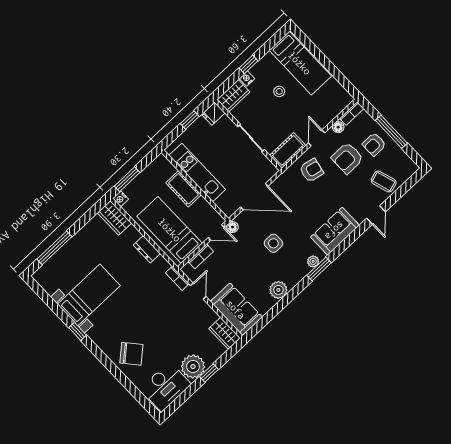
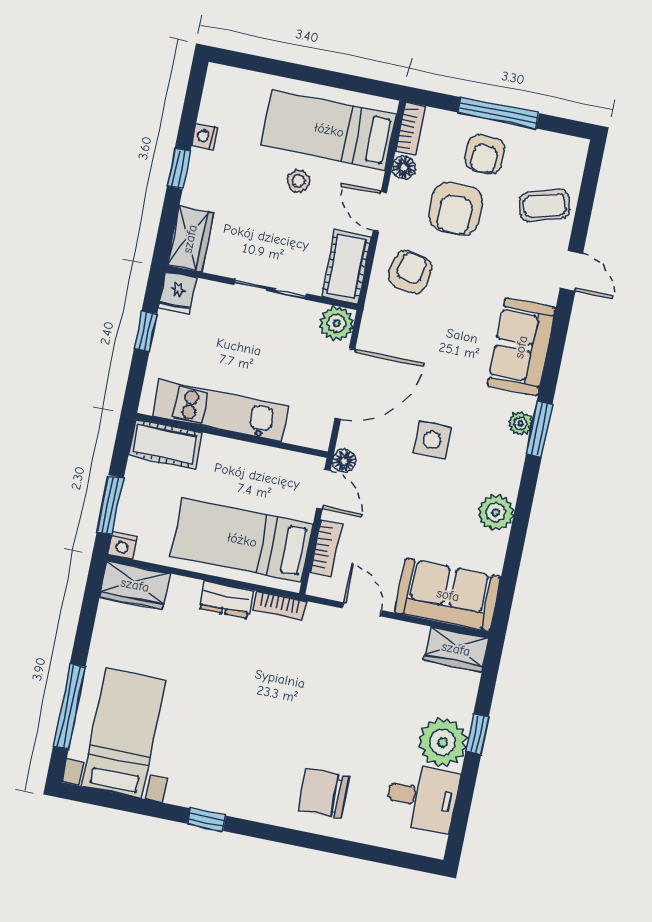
bed: (300, 63) -> (329, 130), moved, turned 180
nightstand: (247, 79) -> (205, 136), moved
stool: (279, 91) -> (298, 181), moved
plant: (268, 170) -> (337, 323), added
cot: (184, 189) -> (166, 444), moved
door: (216, 233) -> (323, 489), hinge flipped
bookcase: (177, 278) -> (279, 606), moved
bed with nightstands: (89, 295) -> (124, 733), moved
chair: (131, 354) -> (324, 794), turned -139
desk: (165, 387) -> (422, 797), width x0.73

